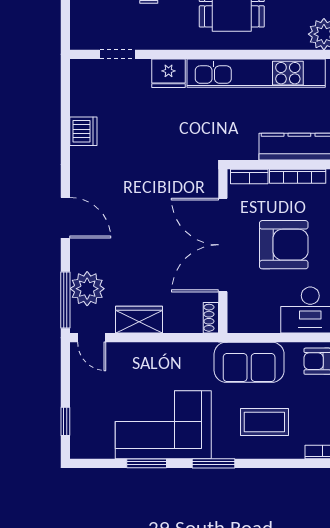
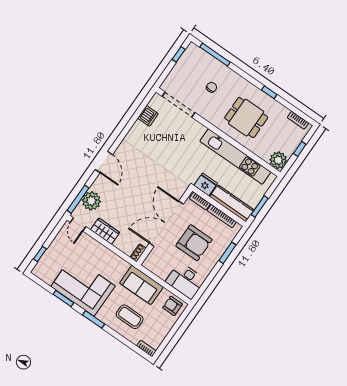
doorway: (117, 54) -> (179, 105), width x1.88
fridge: (169, 73) -> (206, 184), moved, turned 180
dishwasher: (83, 131) -> (148, 116), moved

